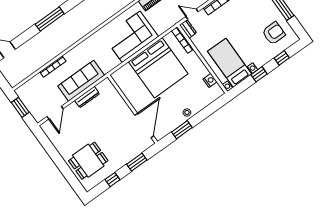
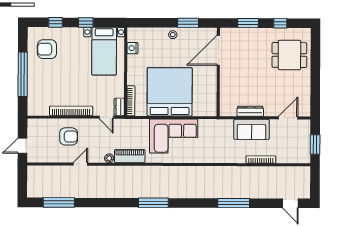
sofa: (81, 81) -> (252, 129), width x0.73

